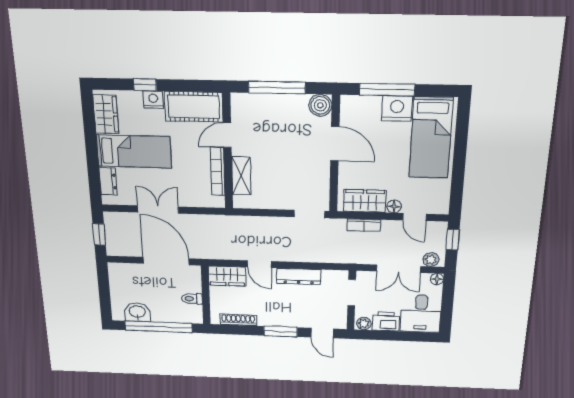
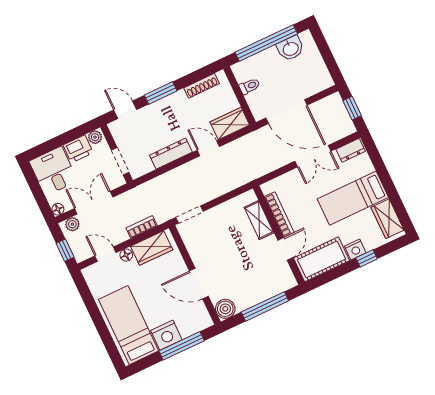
dresser: (108, 181) -> (351, 150), moved, turned -90

